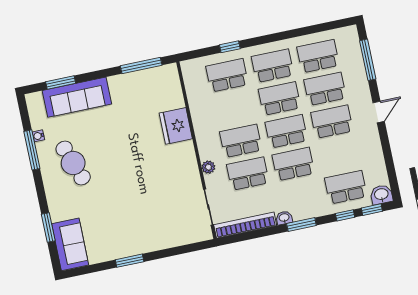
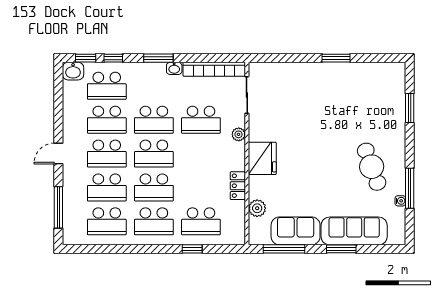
window: (61, 82) -> (341, 249), moved
plant: (175, 99) -> (257, 208), added
locker: (199, 117) -> (238, 186), added
fridge: (176, 126) -> (262, 158), moved
school desk: (241, 141) -> (107, 120), moved
sofa: (70, 244) -> (296, 231), moved, turned 90

